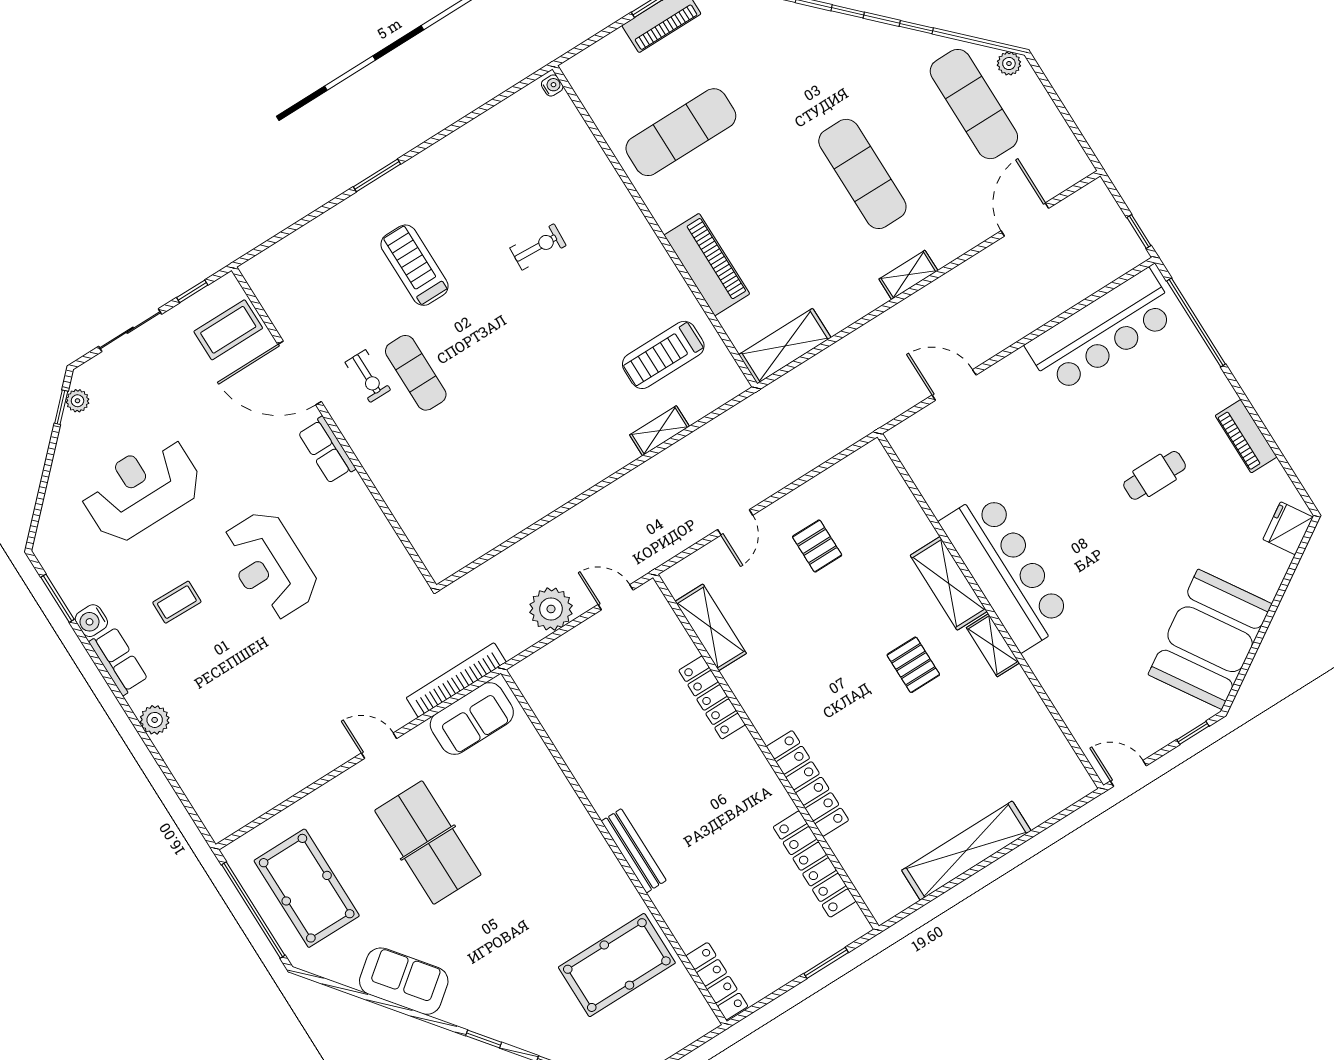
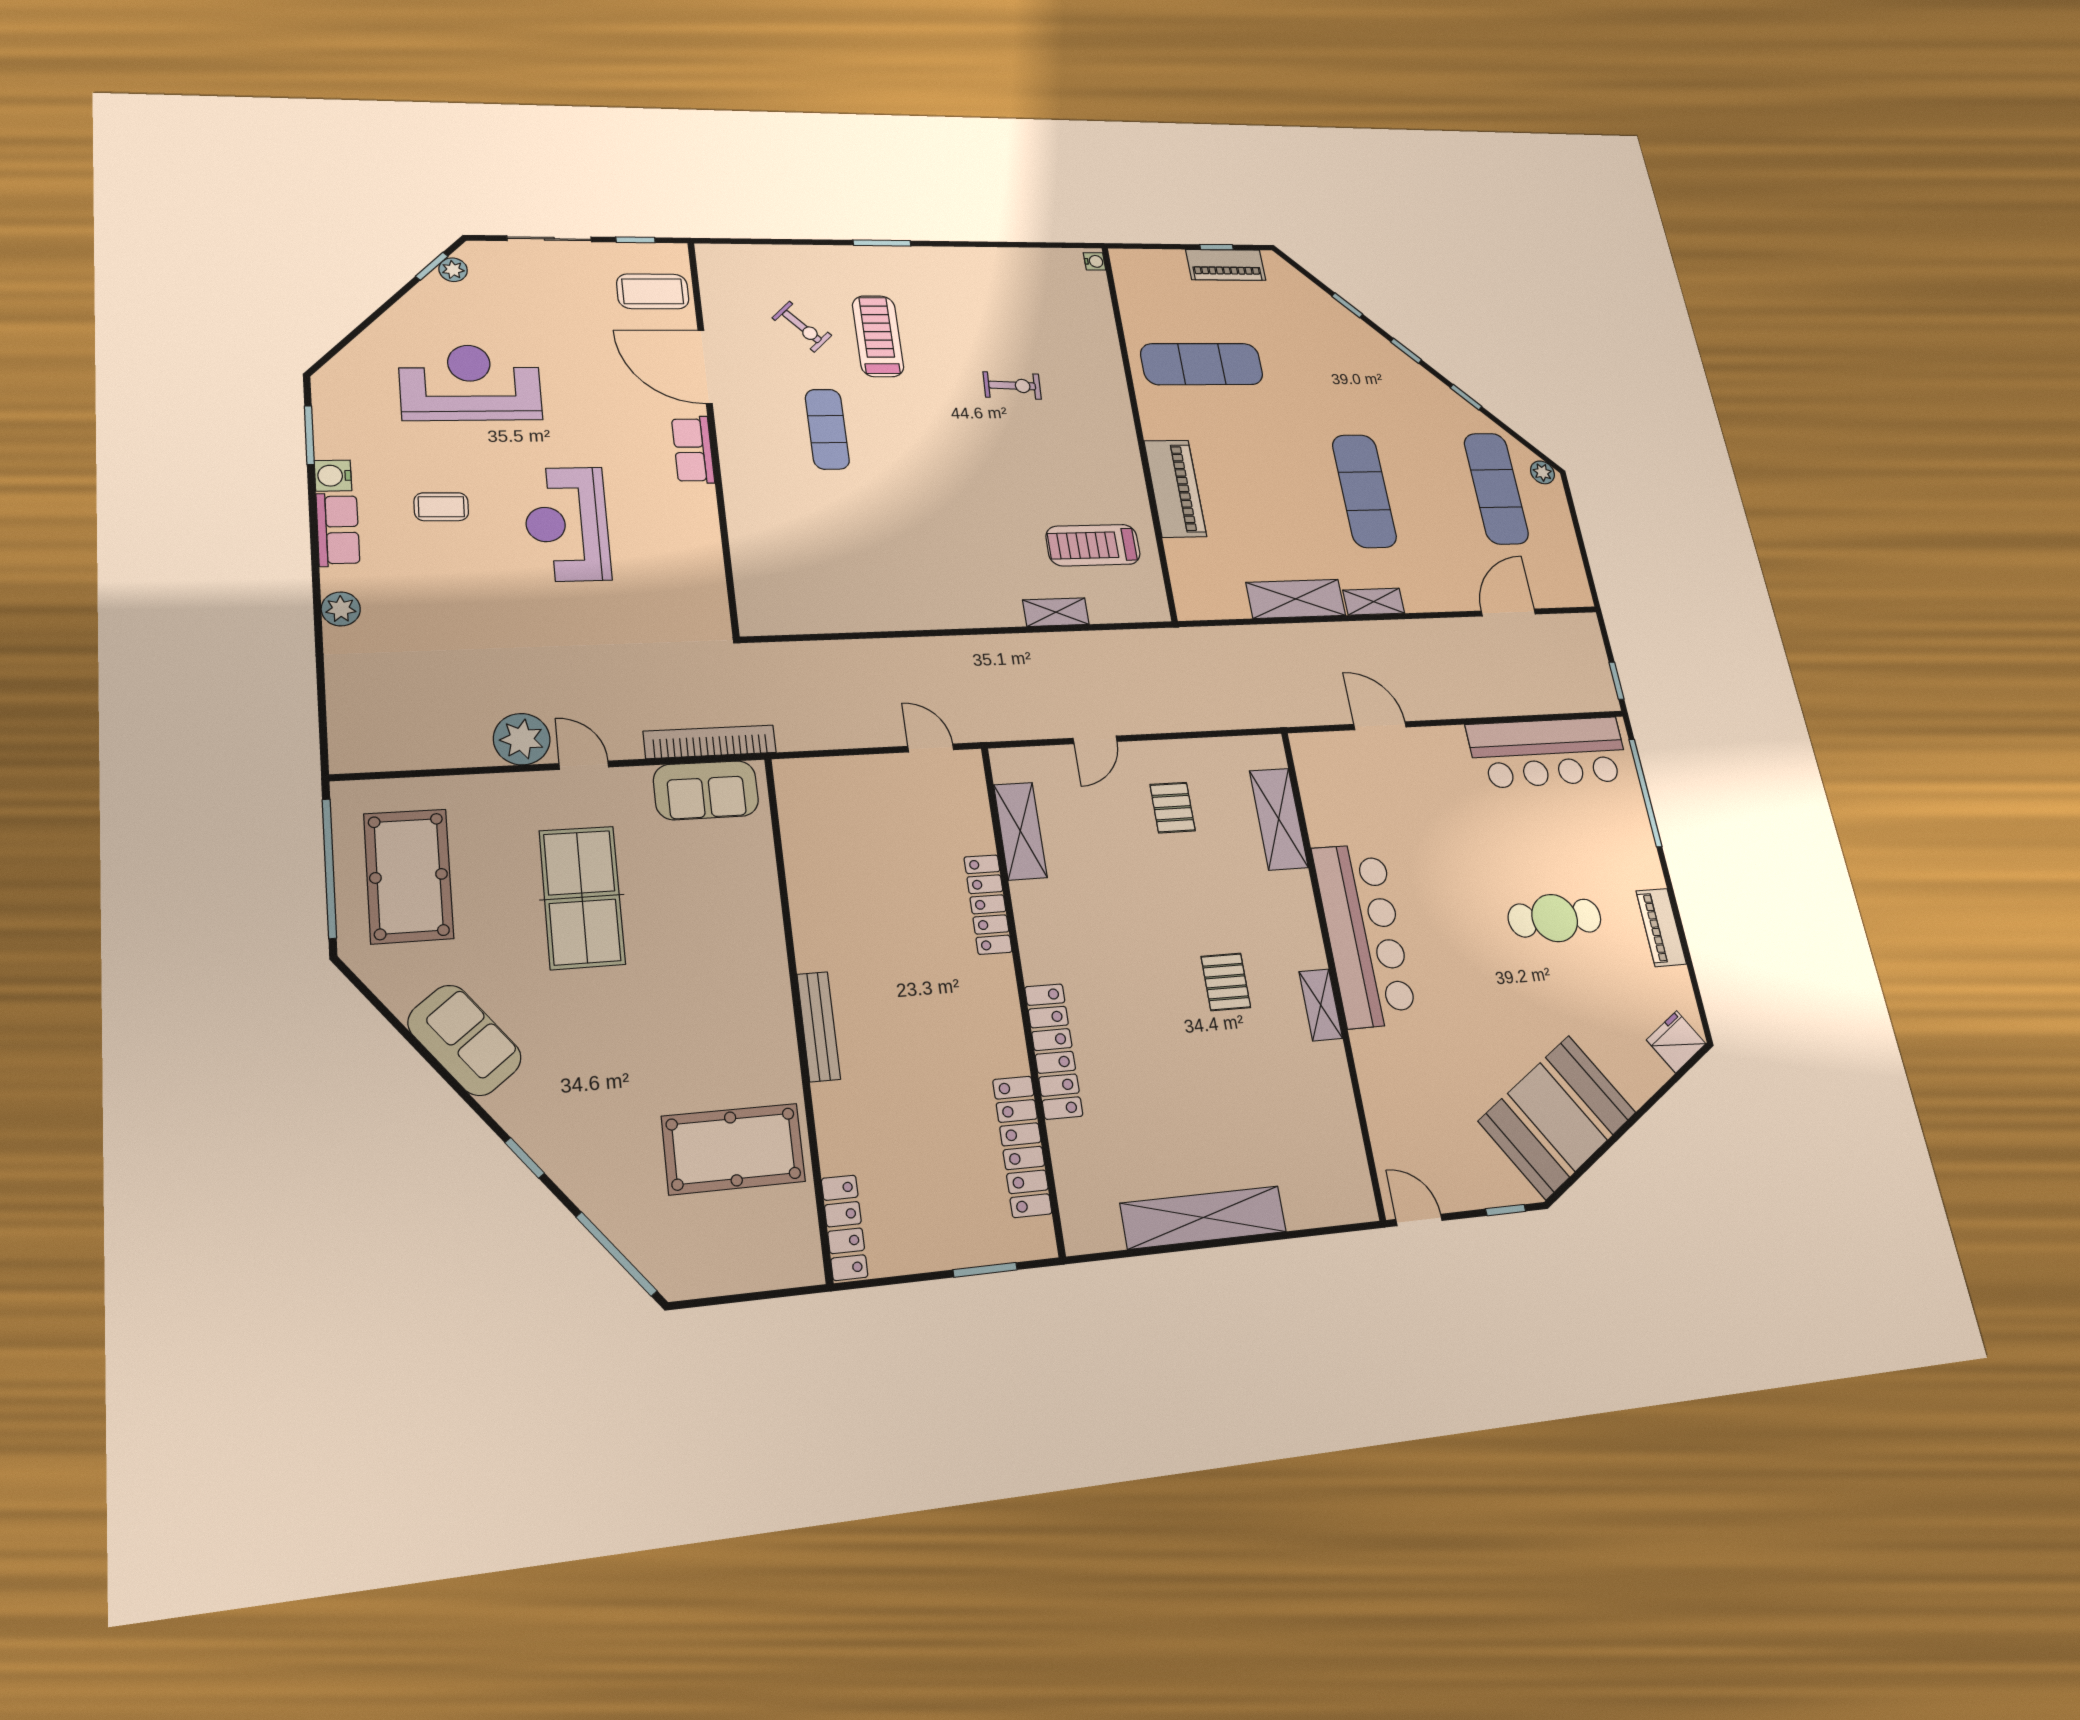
shelving: (785, 346) -> (1296, 599), moved
exercise bike: (368, 376) -> (802, 327), moved, turned -44
cafe table: (1155, 475) -> (1555, 918), width x1.37, depth x1.35
shelving: (949, 583) -> (1279, 819), moved
plant: (551, 609) -> (522, 739), moved

